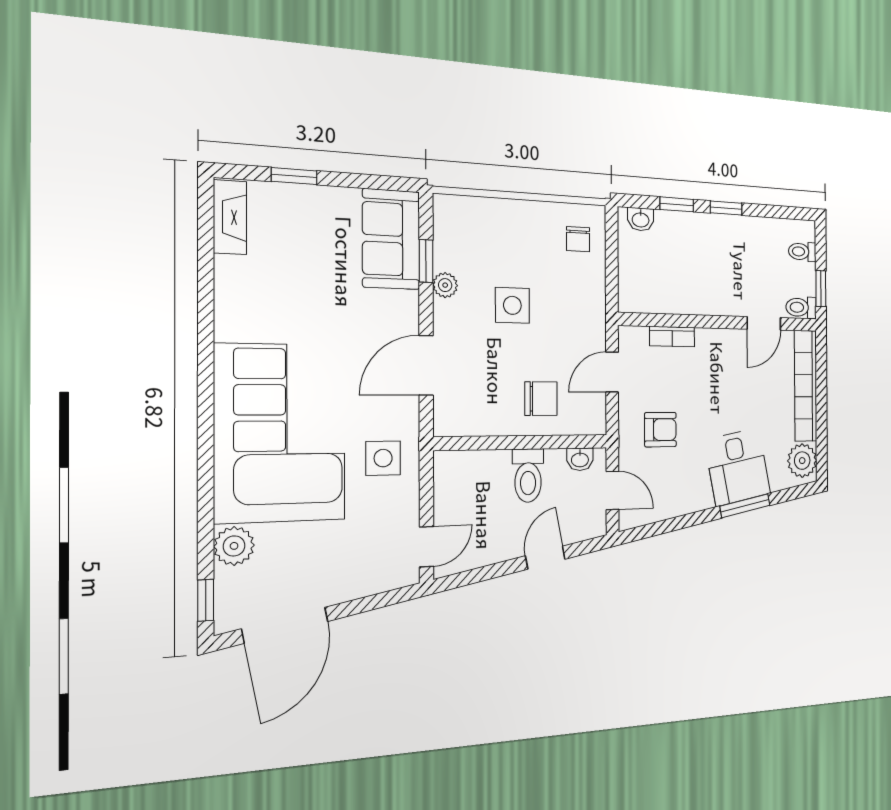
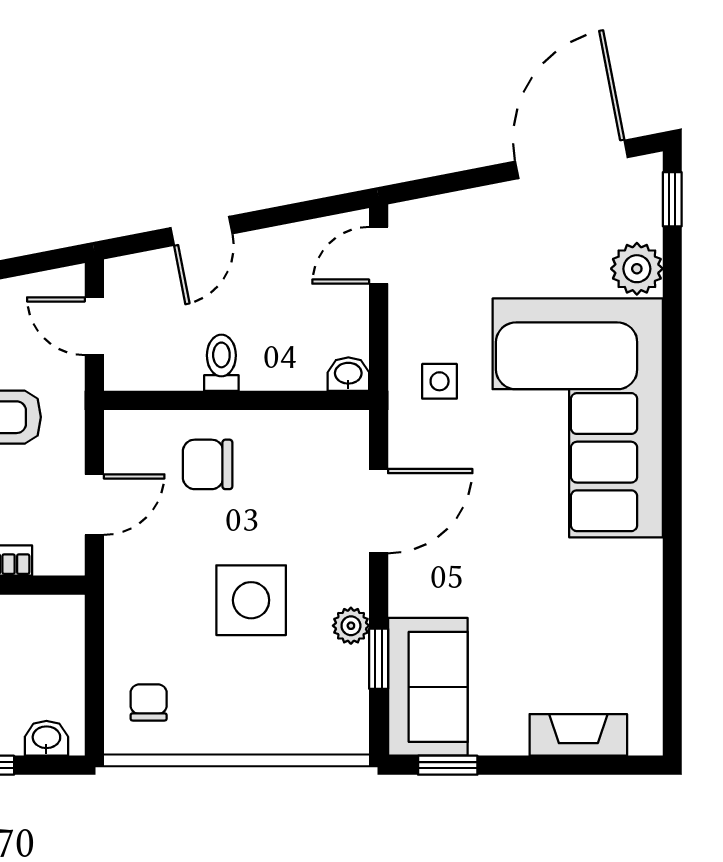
window: (294, 176) -> (448, 765), moved
fireplace: (230, 217) -> (578, 735), moved, turned 90
side table: (512, 305) -> (251, 600), width x1.37, depth x1.37
side table: (383, 458) -> (440, 381), width x0.73, depth x0.73
washbasin: (580, 459) -> (348, 374), moved
toilet: (528, 476) -> (221, 363), width x0.73, depth x0.72

